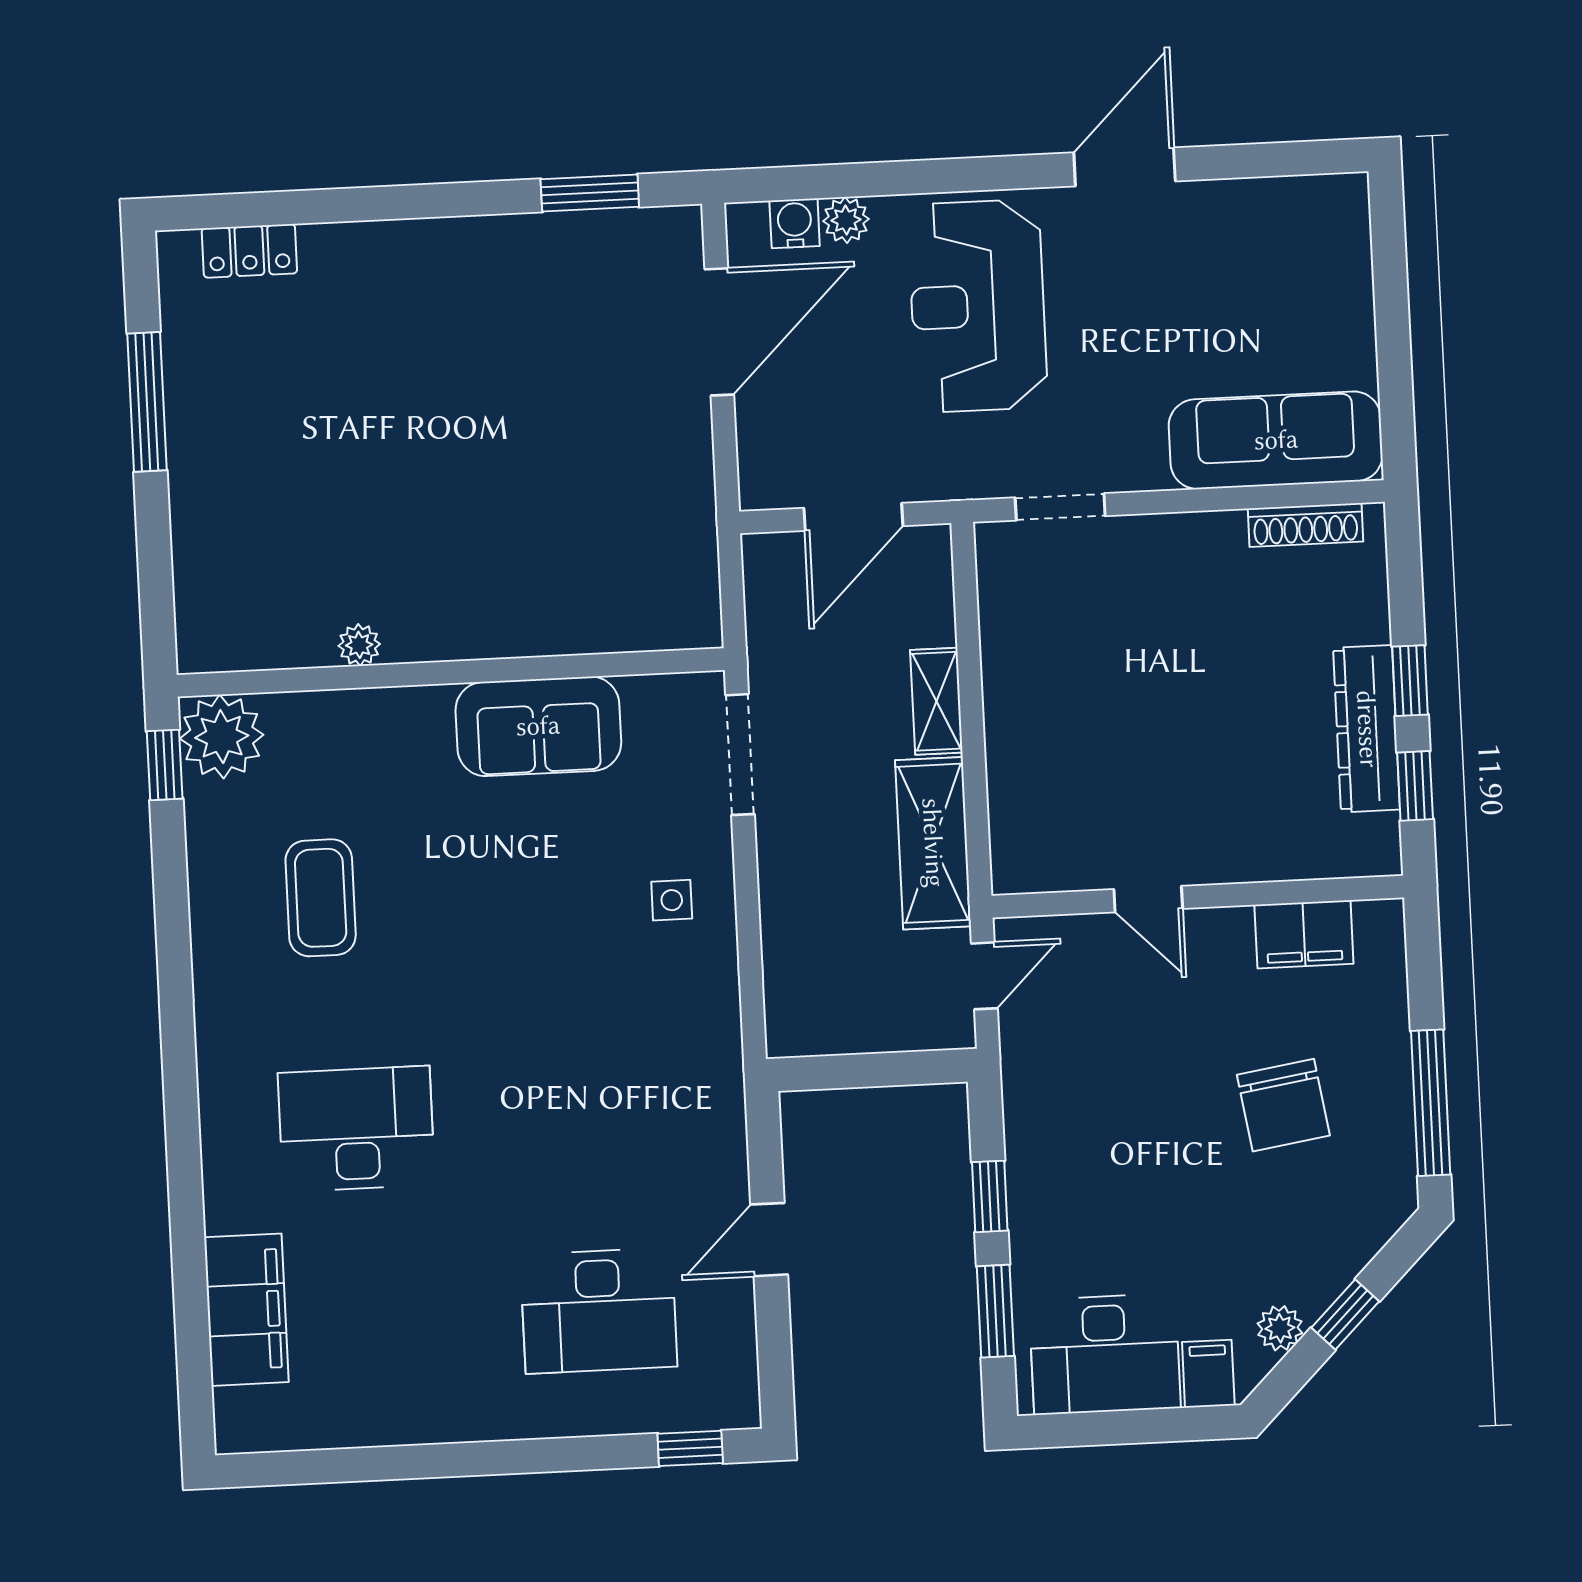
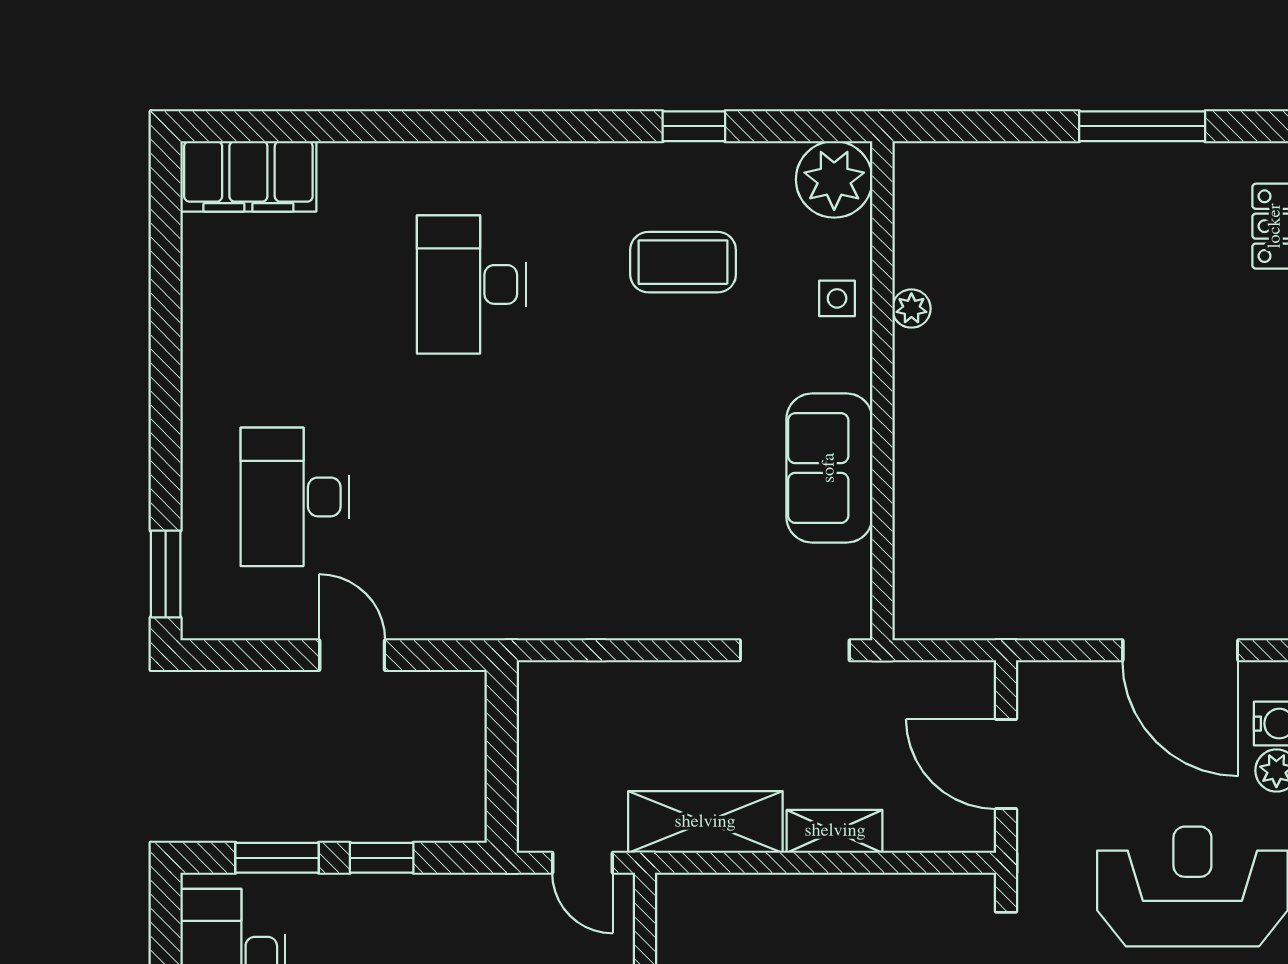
window: (165, 765) -> (694, 126), moved
side table: (672, 900) -> (837, 298), moved
desk: (356, 1129) -> (471, 284), turned 180
filing cabinet: (246, 1310) -> (248, 176), moved
window: (690, 1448) -> (166, 574), width x1.50

